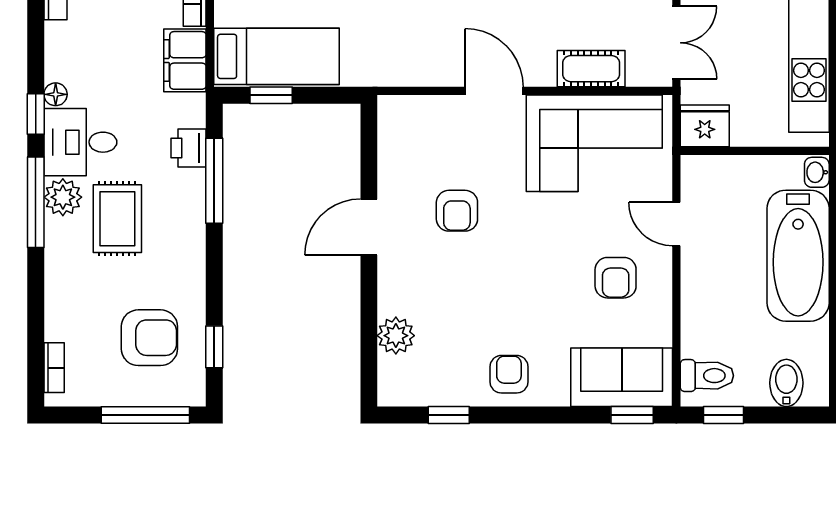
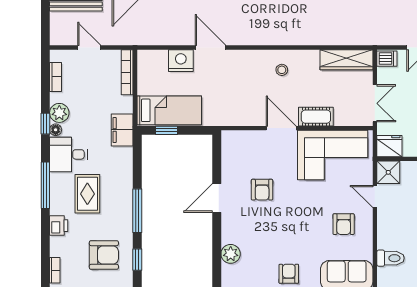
filing cabinet: (185, 60) -> (122, 130), moved
cot: (591, 69) -> (316, 117), moved
window: (36, 114) -> (45, 124), moved
printer: (189, 148) -> (59, 226), moved, turned 180
shower: (702, 177) -> (388, 172), added
window: (214, 181) -> (137, 211), moved
plant: (63, 197) -> (59, 113), moved
toilet: (707, 376) -> (391, 258), moved

